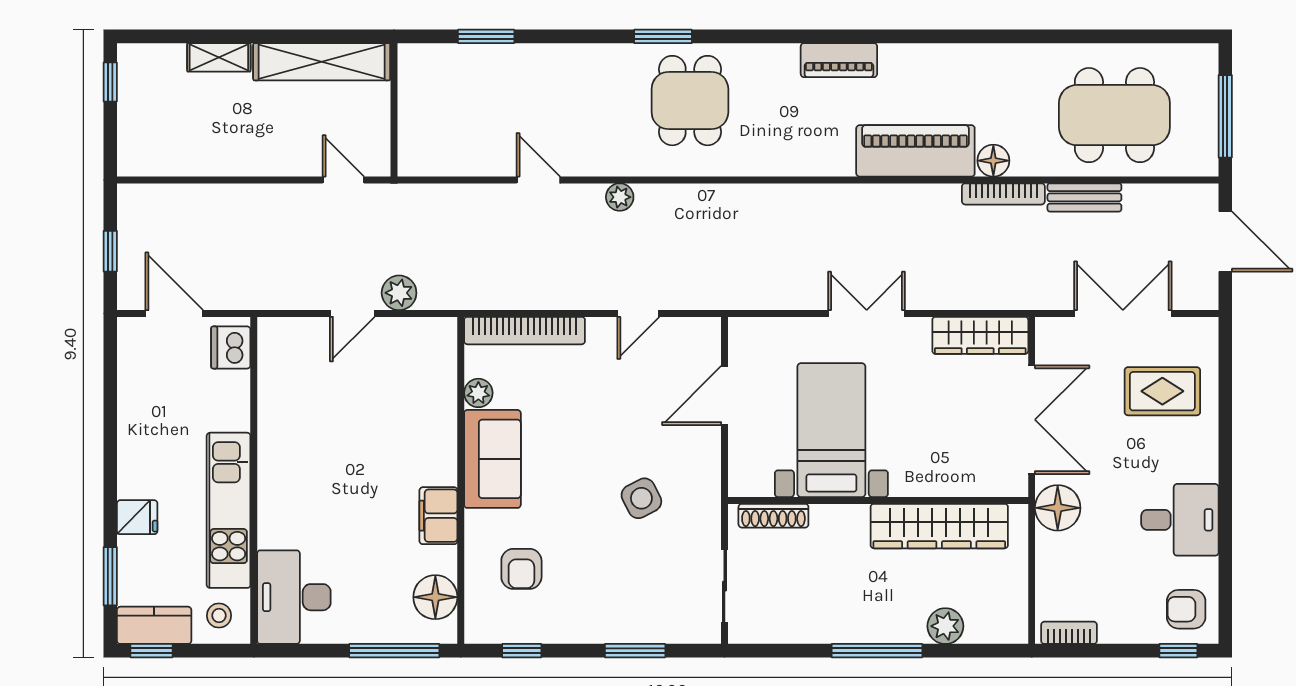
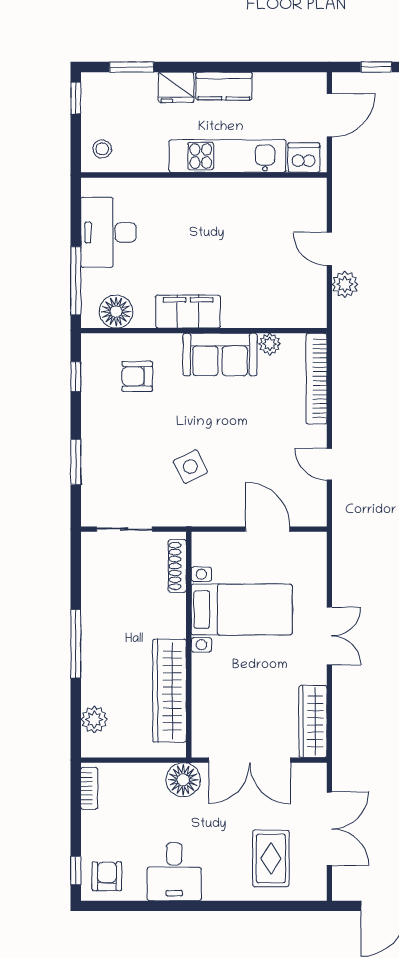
kitchen unit: (229, 510) -> (228, 156), moved
filing cabinet: (438, 516) -> (188, 312), width x1.50, depth x1.17
fridge: (137, 517) -> (176, 87), width x1.38
desk: (294, 597) -> (108, 232), moved, turned -90
kitchen counter: (154, 625) -> (224, 86), moved, turned 90
plant: (945, 626) -> (94, 719), moved

